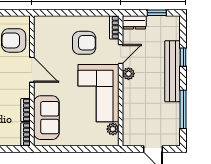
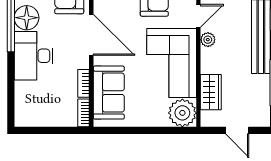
door: (32, 70) -> (91, 35), width x1.36
wardrobe: (131, 117) -> (211, 92), added
plant: (113, 129) -> (182, 113), width x1.87, depth x1.87

